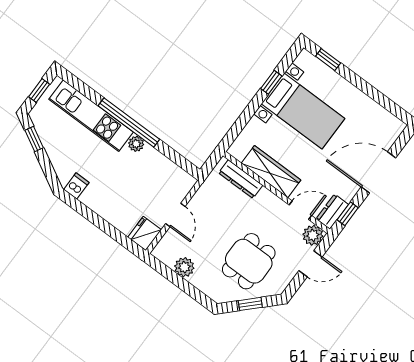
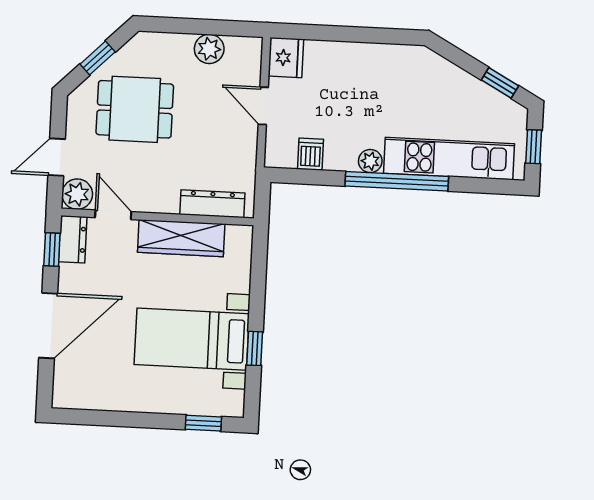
dishwasher: (76, 186) -> (311, 154), moved, turned 180
door: (300, 210) -> (113, 215), swing flipped
dining table: (249, 261) -> (135, 109), turned 90

